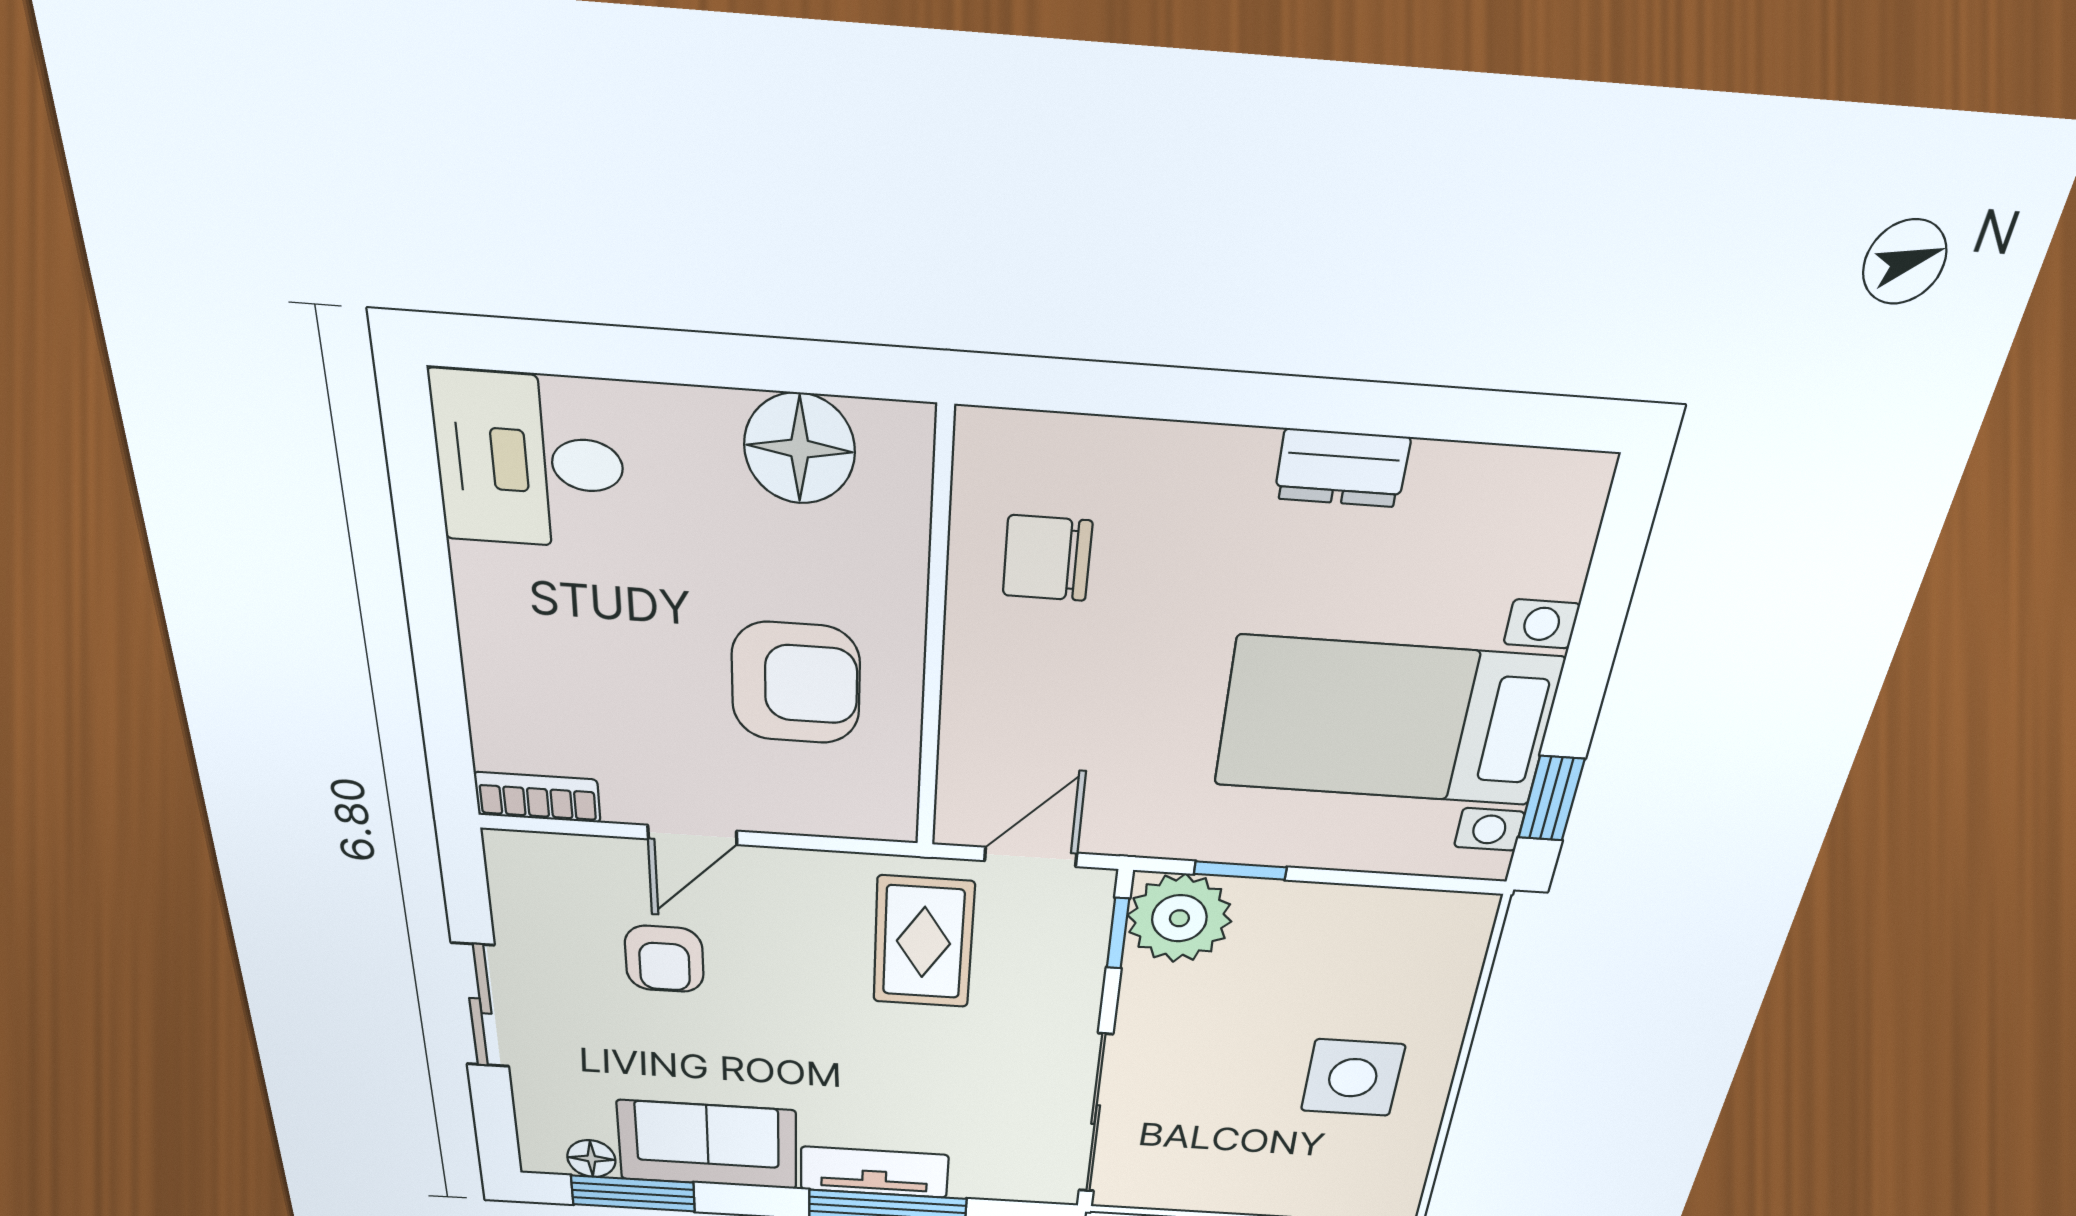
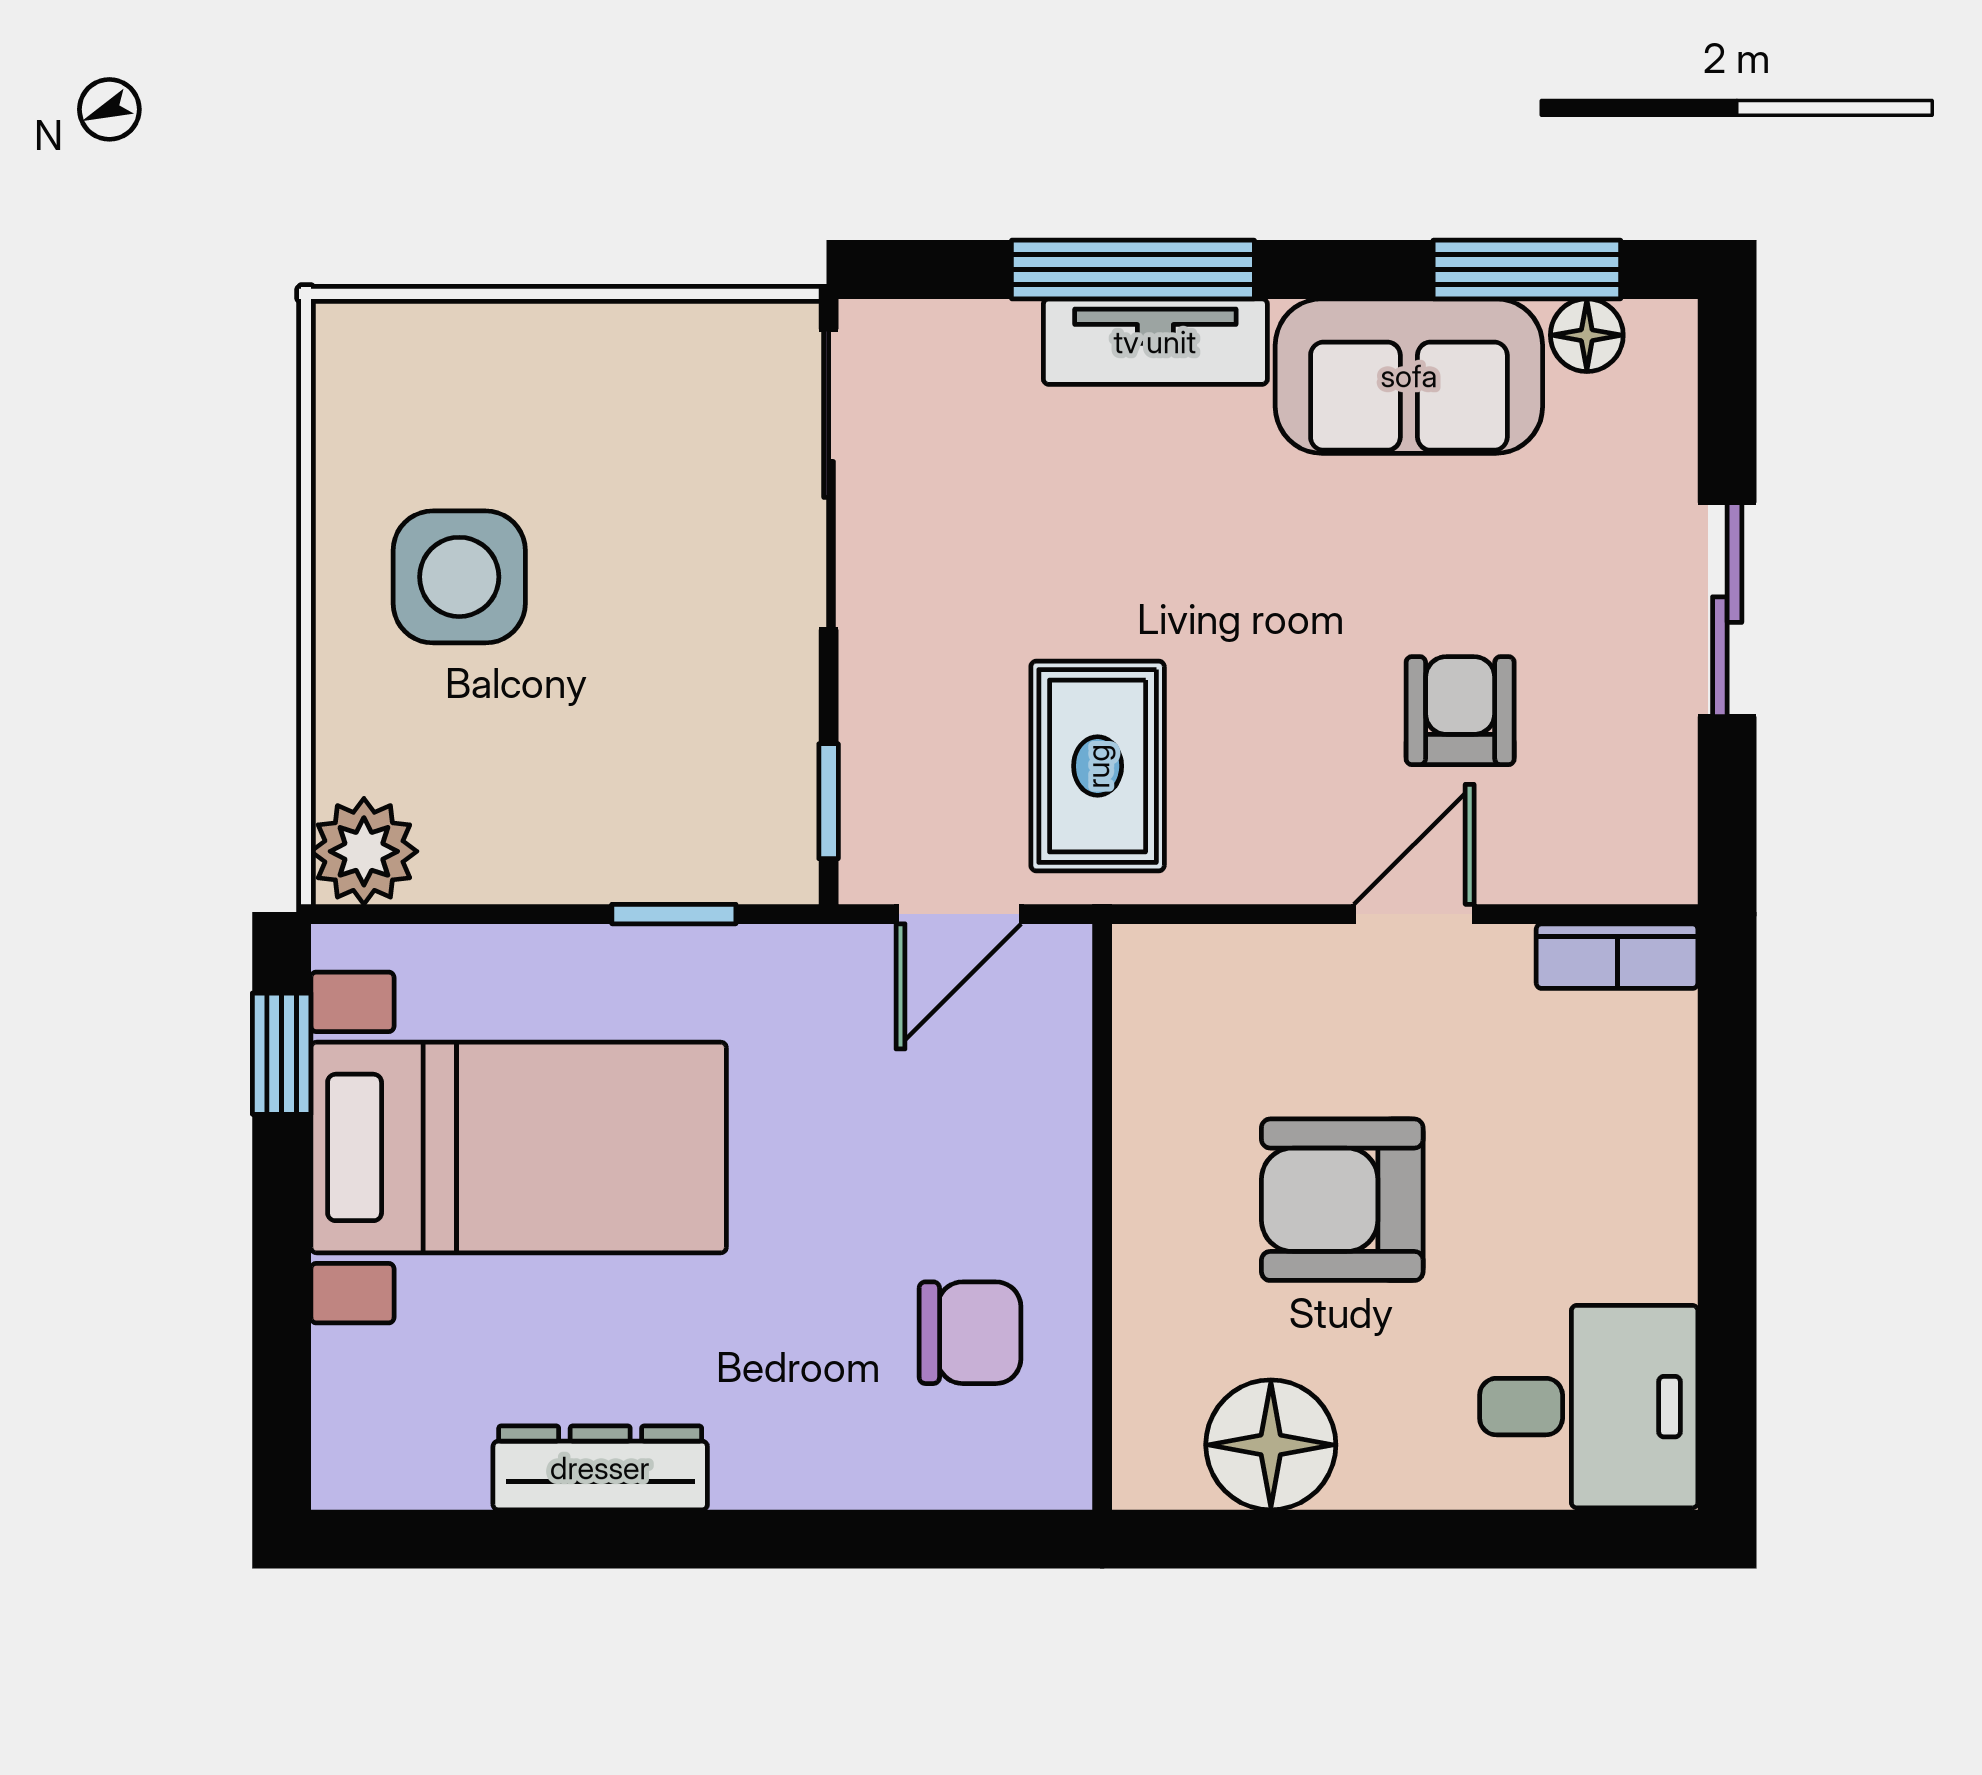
dresser: (1342, 468) -> (600, 1468), width x1.44
armchair: (796, 683) -> (1342, 1200), moved
plant: (1179, 918) -> (364, 851), moved, width x0.73, depth x0.73

